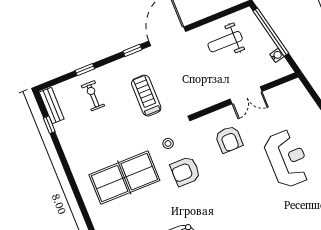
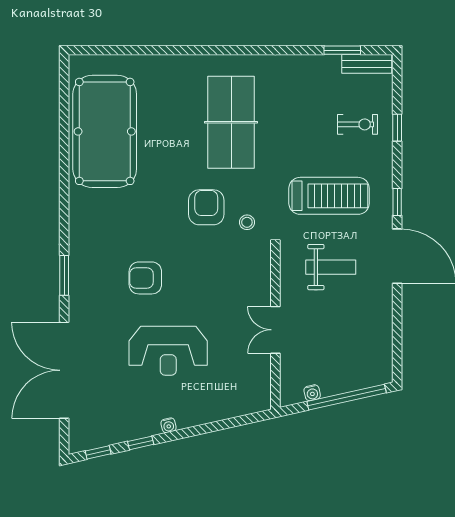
weight bench: (225, 42) -> (331, 267), moved, turned 90
treadmill: (146, 96) -> (329, 196), width x1.37, depth x1.37
window: (49, 125) -> (342, 50), width x1.50
armchair: (229, 139) -> (145, 278), moved
stool: (168, 143) -> (247, 222), moved

